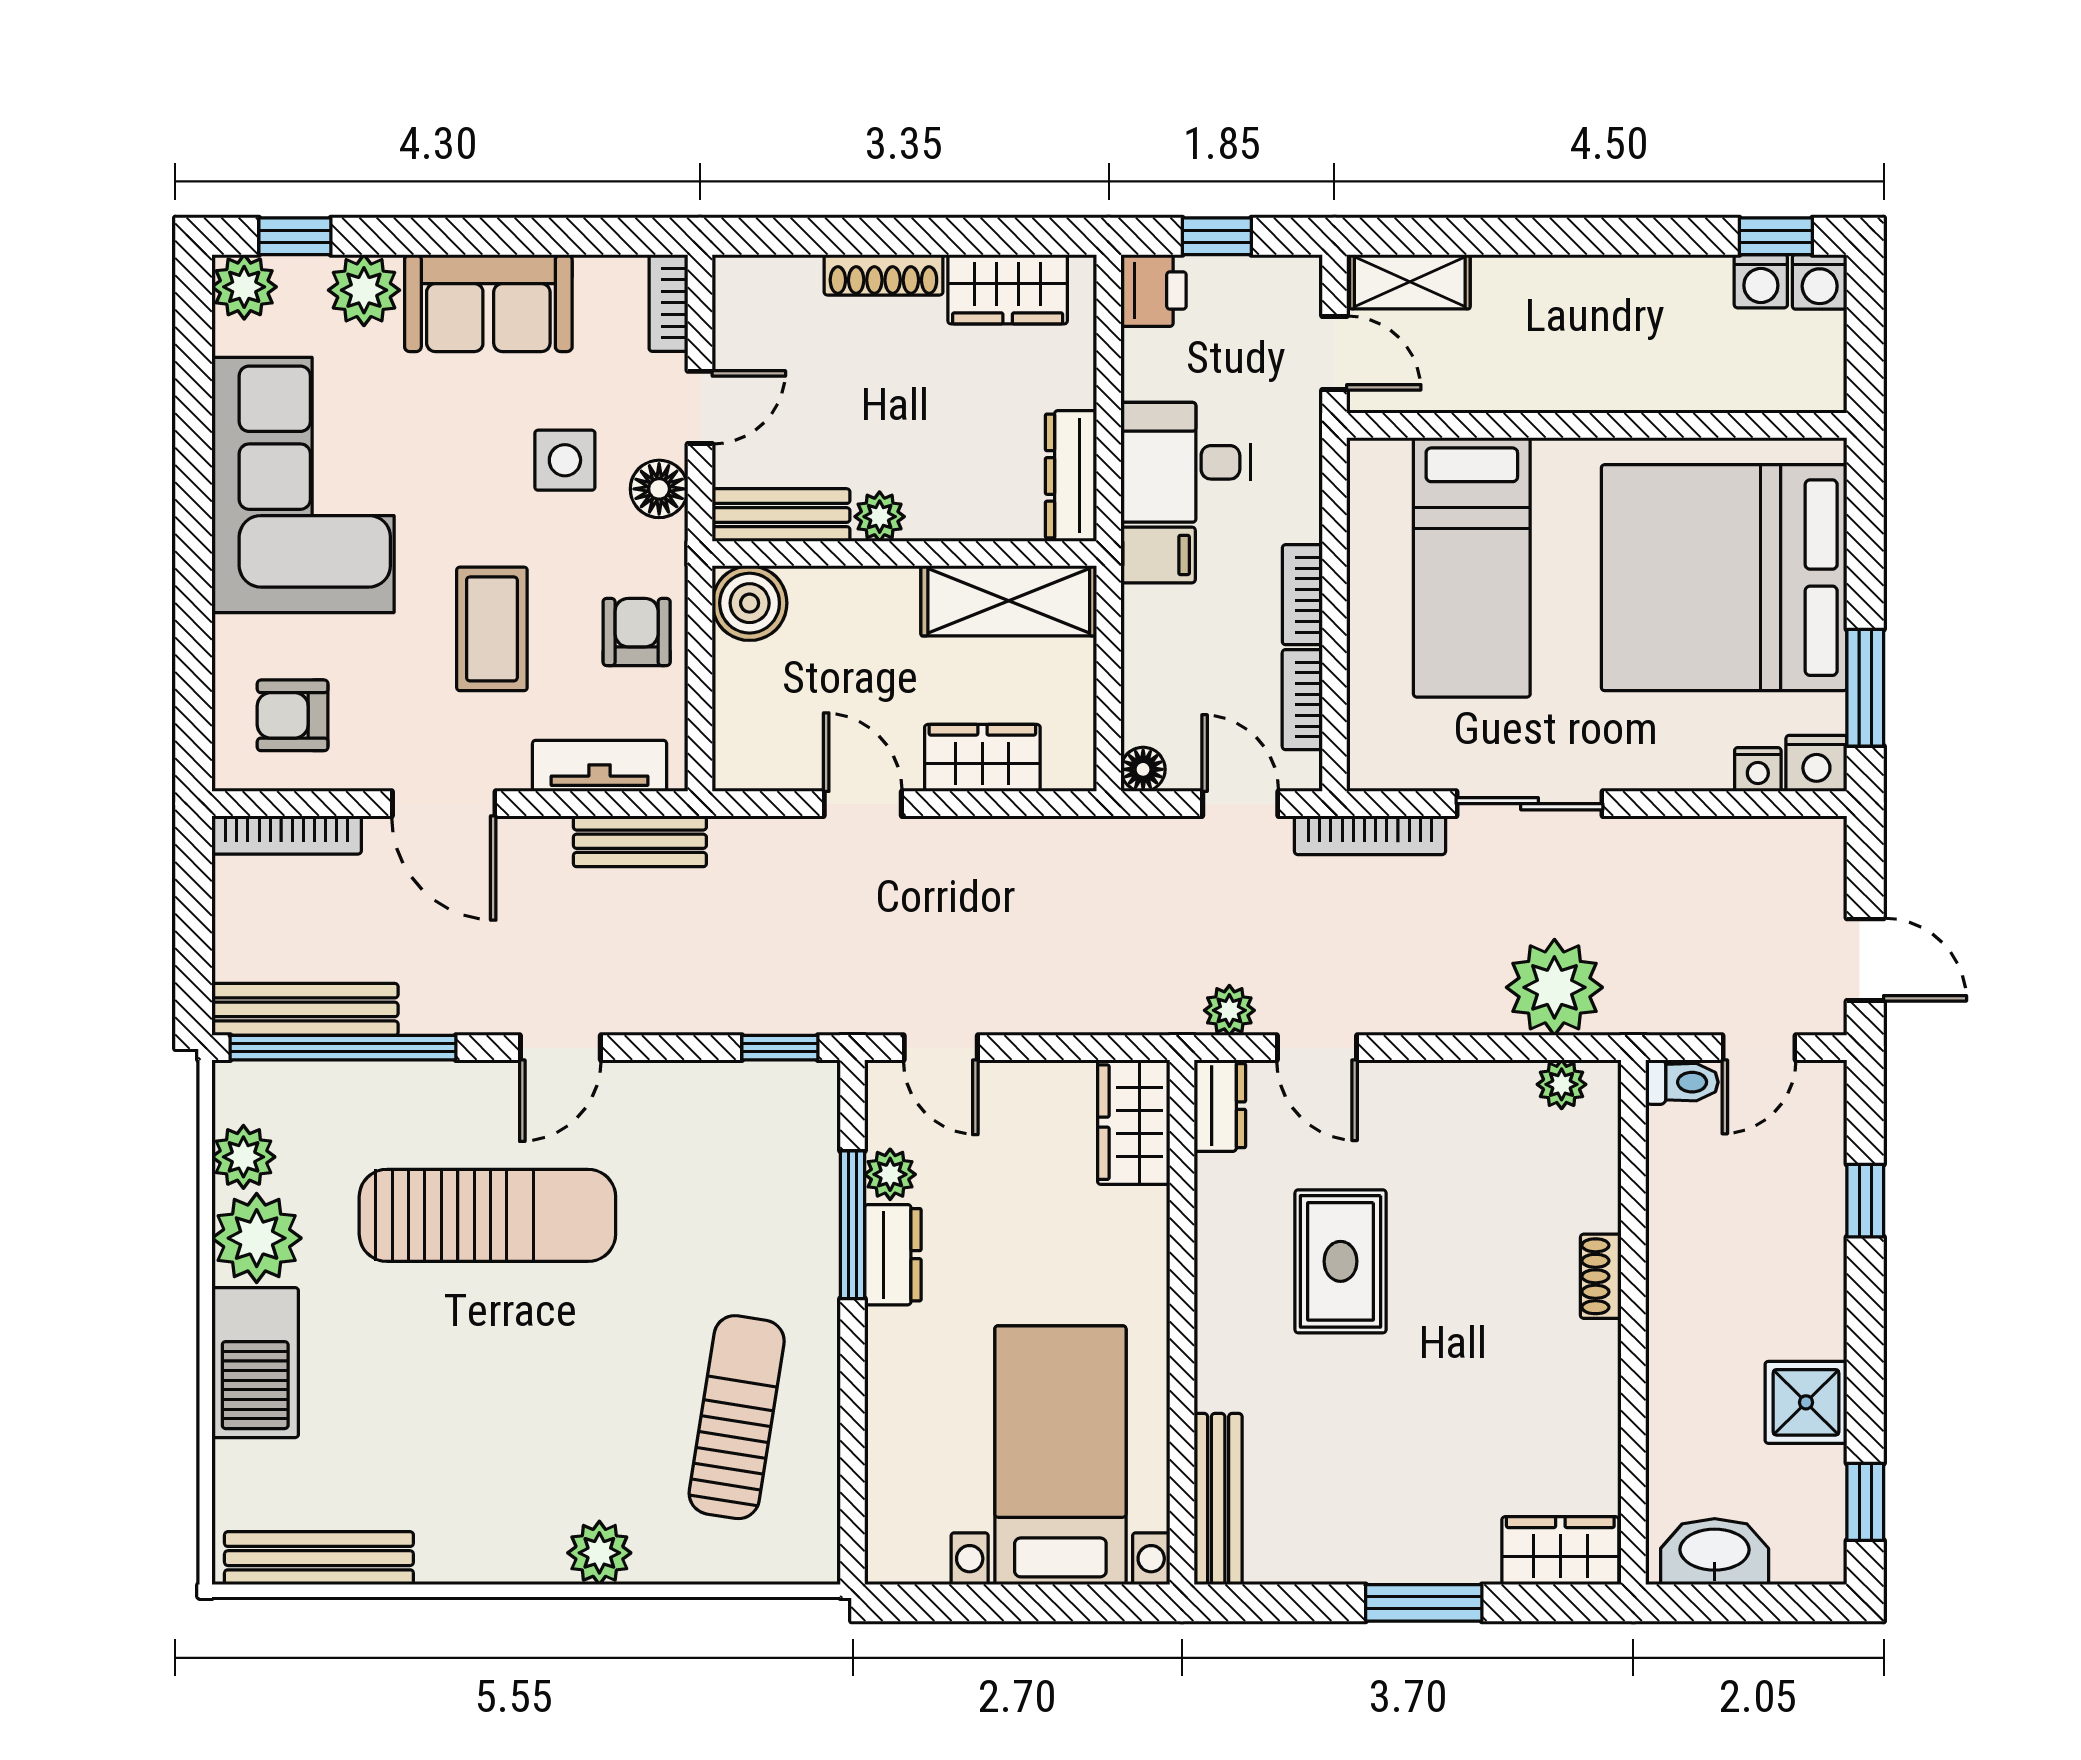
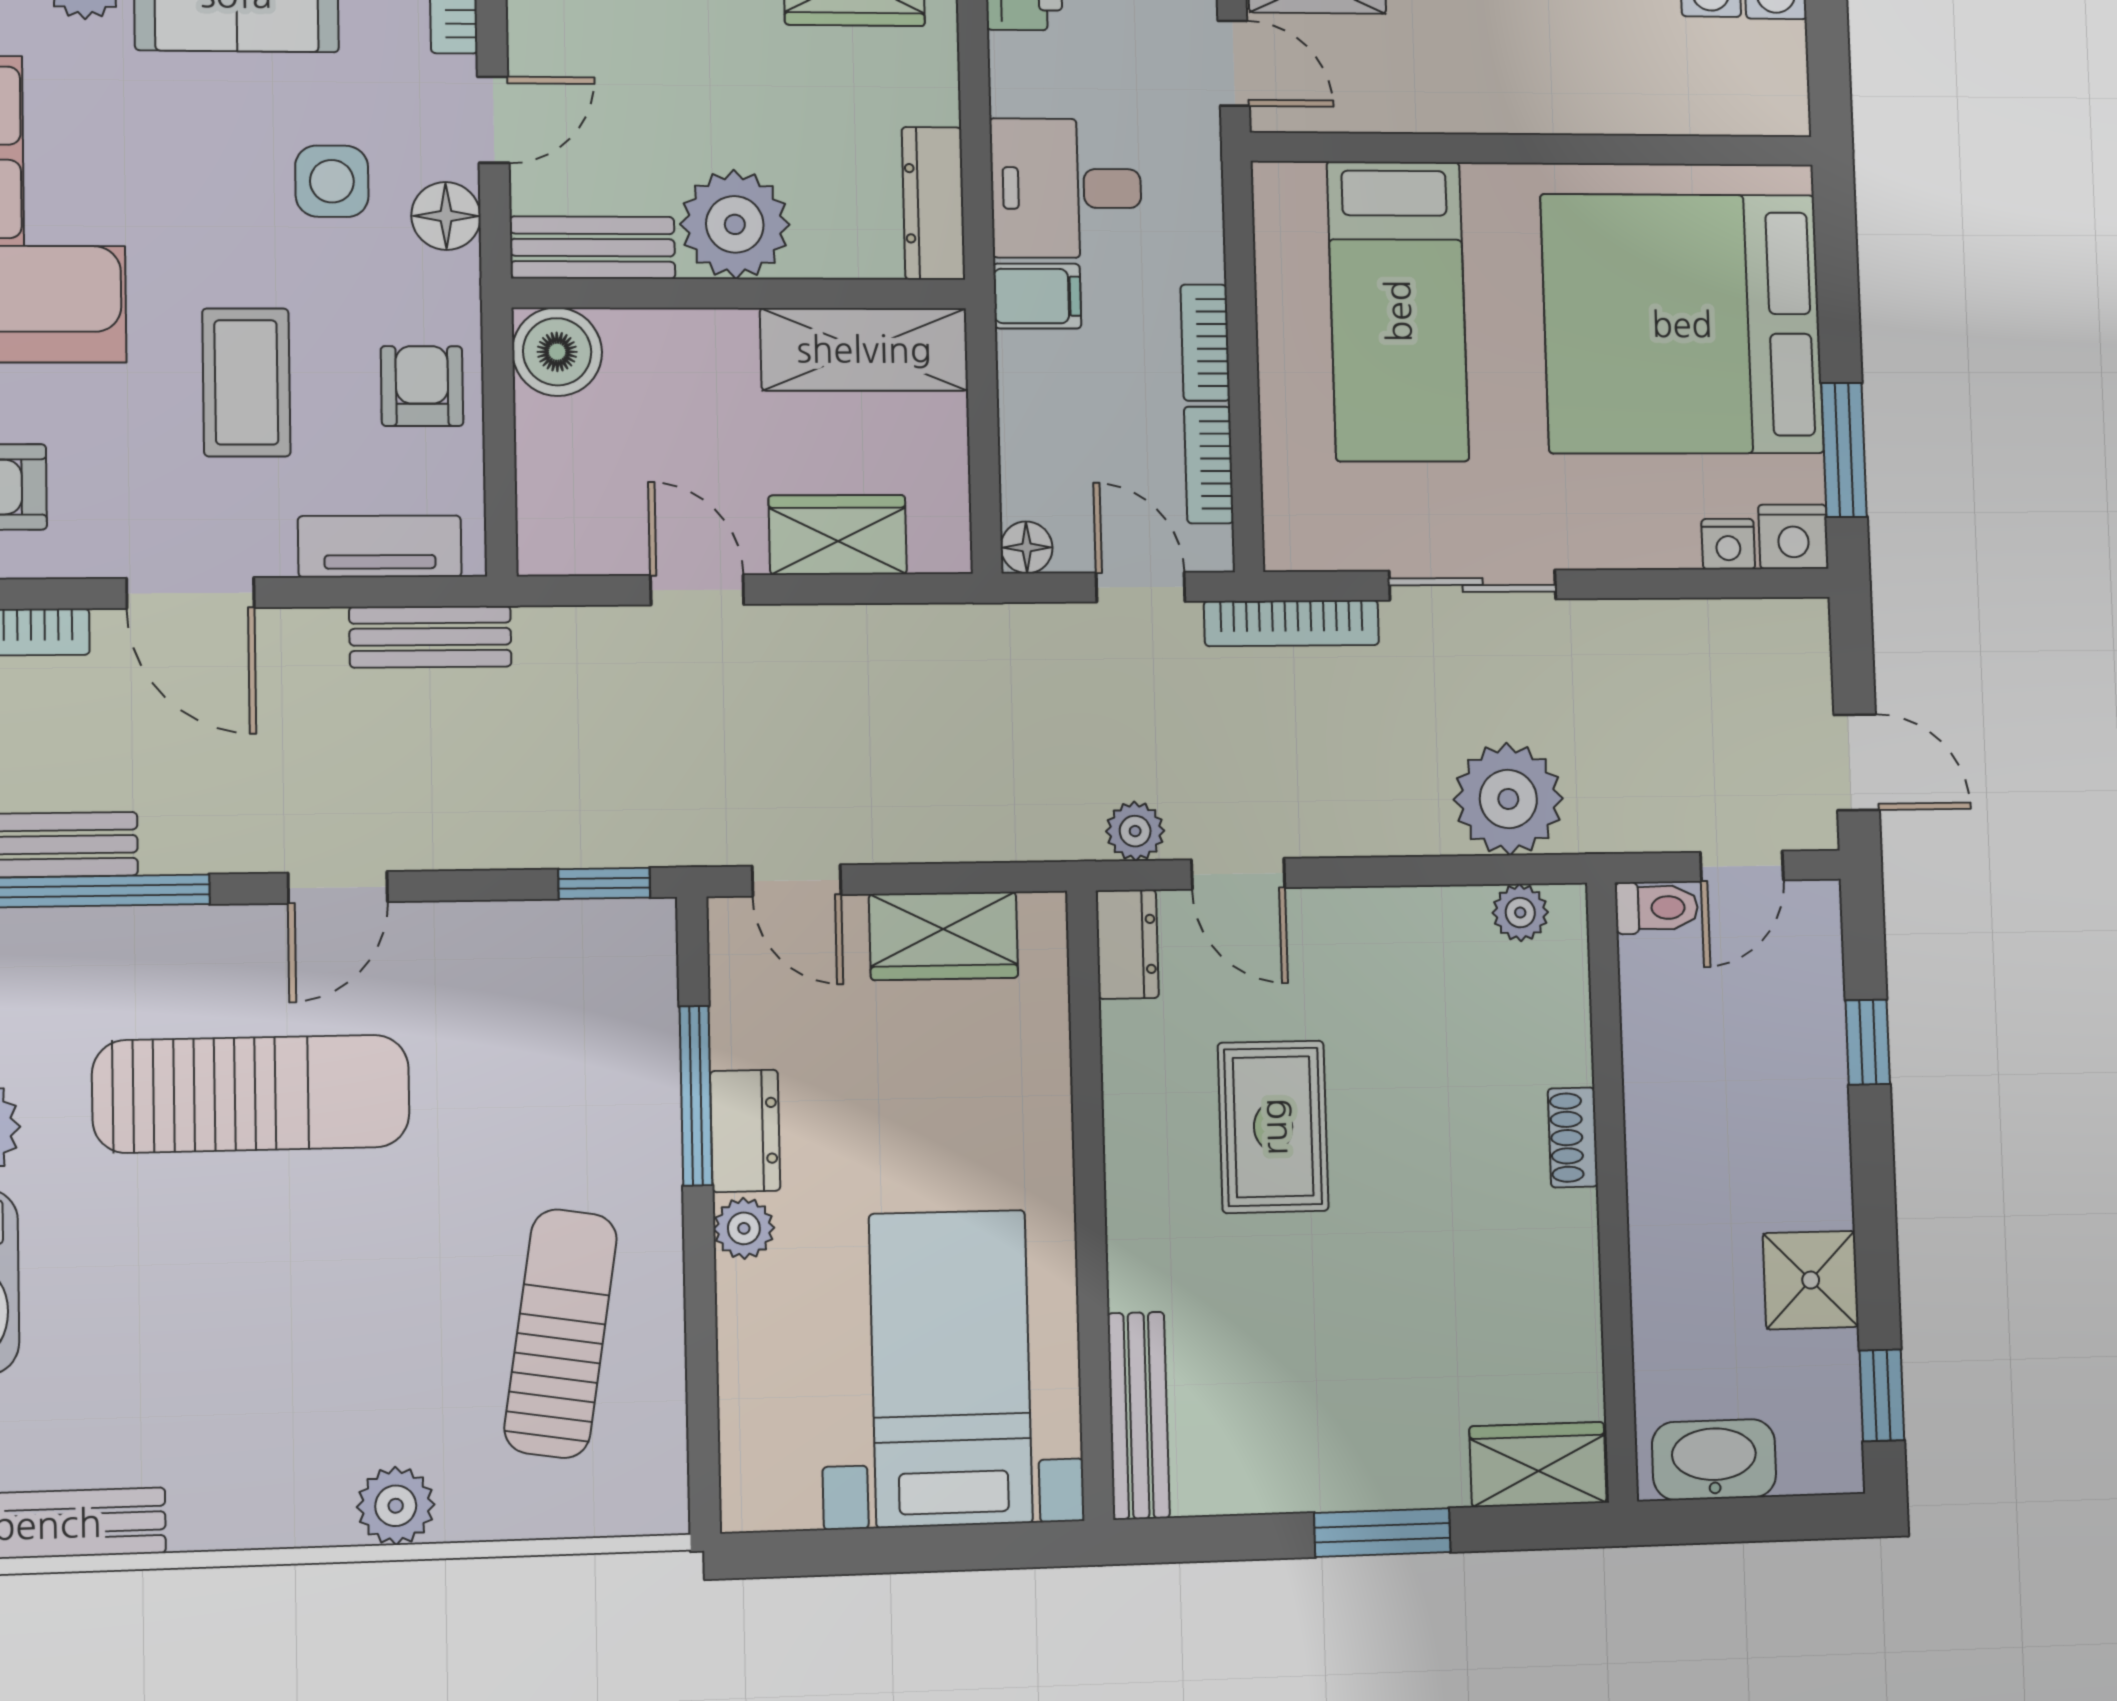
plant: (880, 517) -> (735, 224), width x1.87, depth x1.87
wardrobe: (1134, 1122) -> (944, 936), moved, turned -90
plant: (890, 1174) -> (744, 1228), moved

